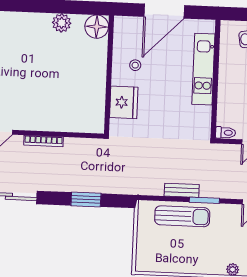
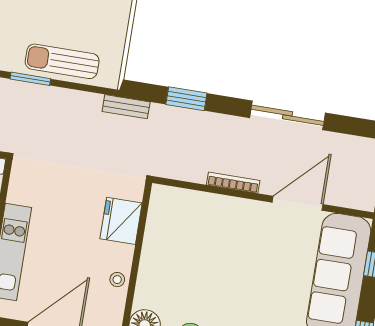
stool: (135, 65) -> (117, 280), moved
bench: (182, 190) -> (126, 107), moved

